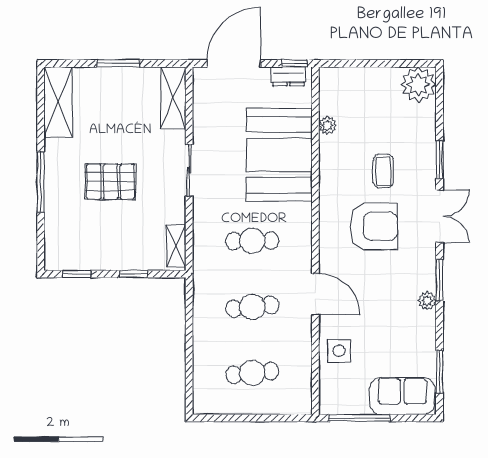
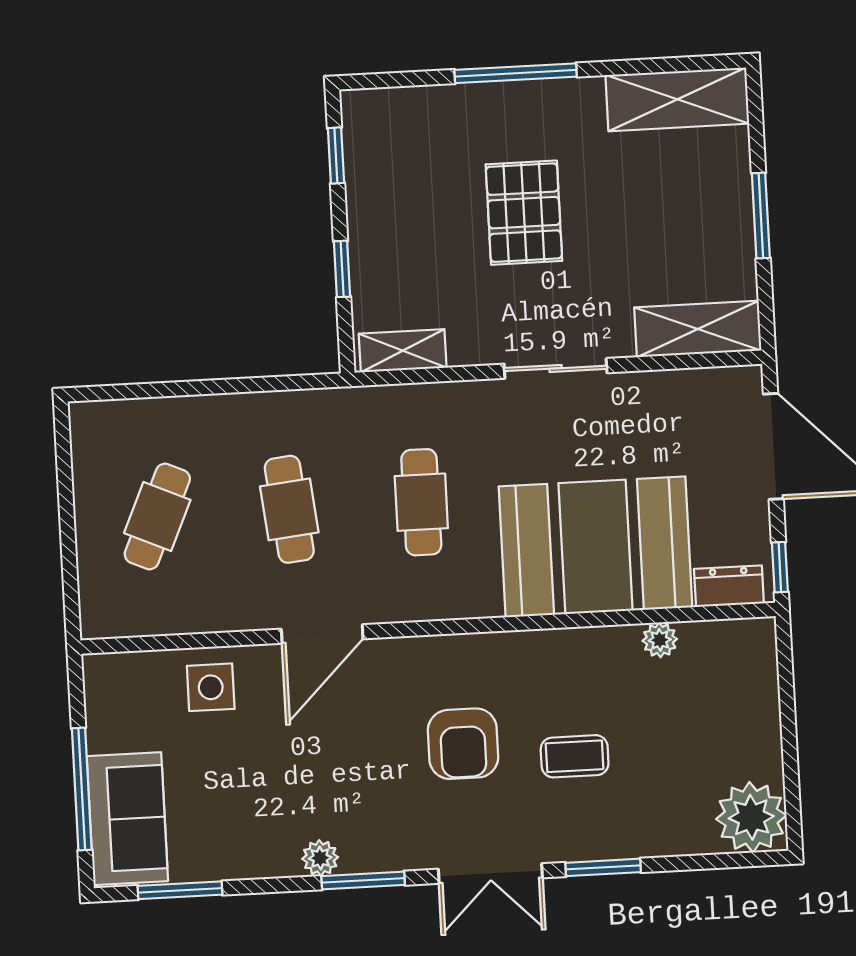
dresser: (288, 76) -> (729, 586), moved, turned 90
armchair: (374, 226) -> (463, 744), width x0.73, depth x0.73
cafe table: (252, 373) -> (157, 516), turned 30
window: (359, 418) -> (82, 789), moved

